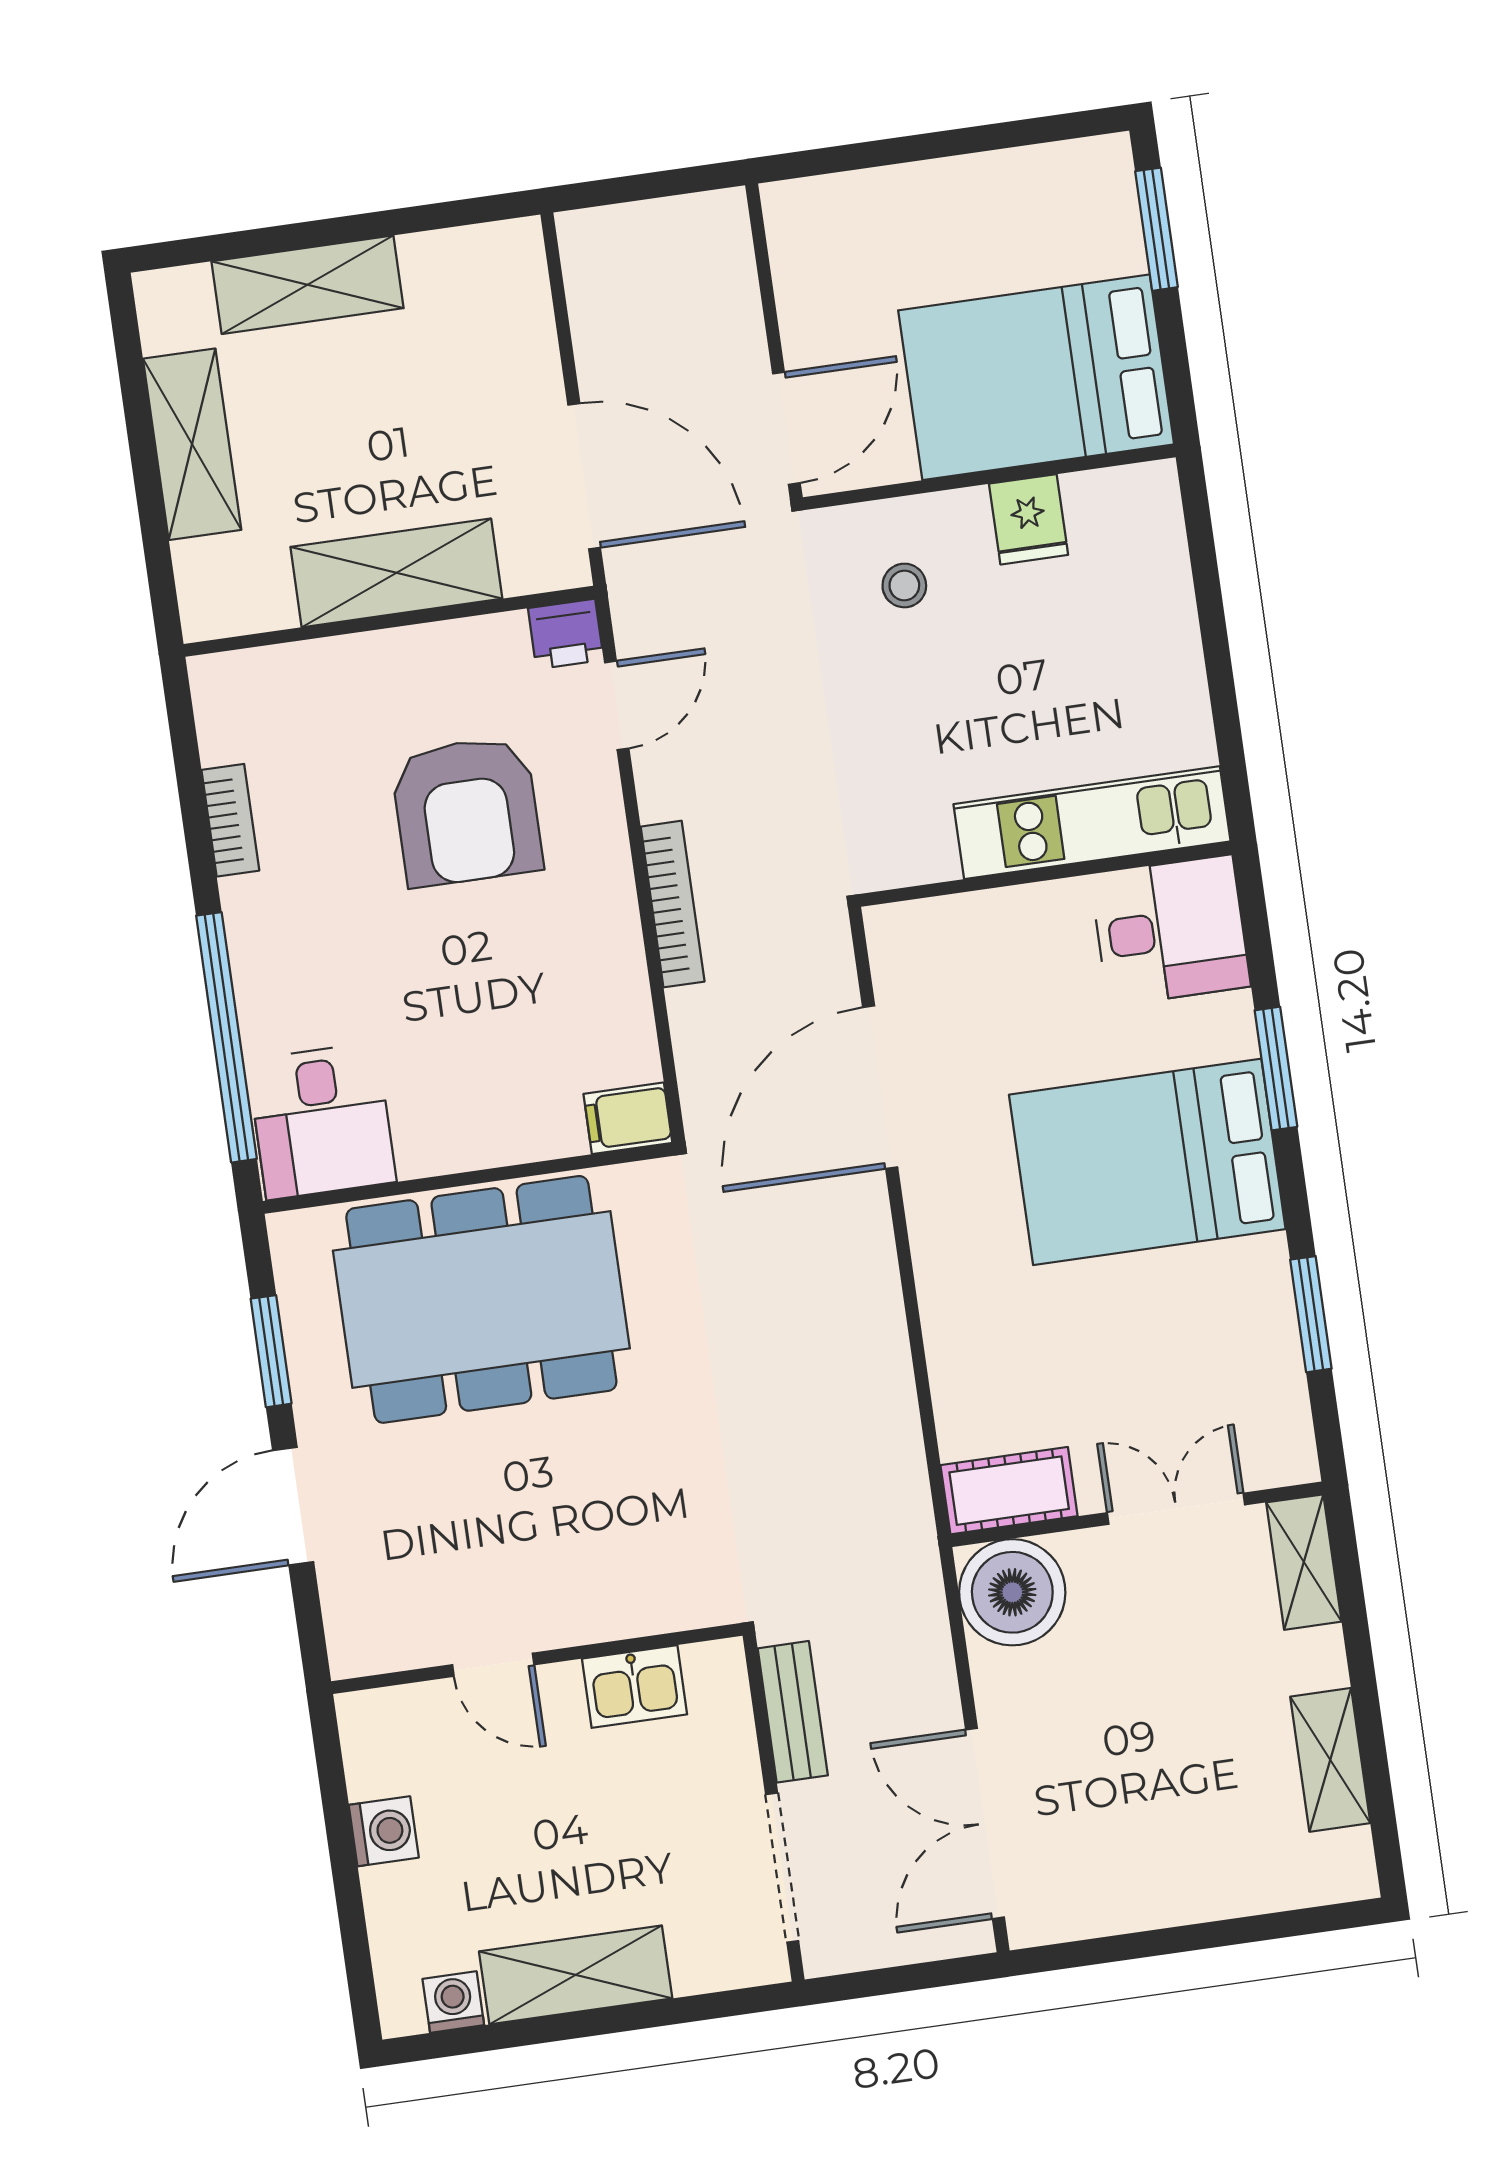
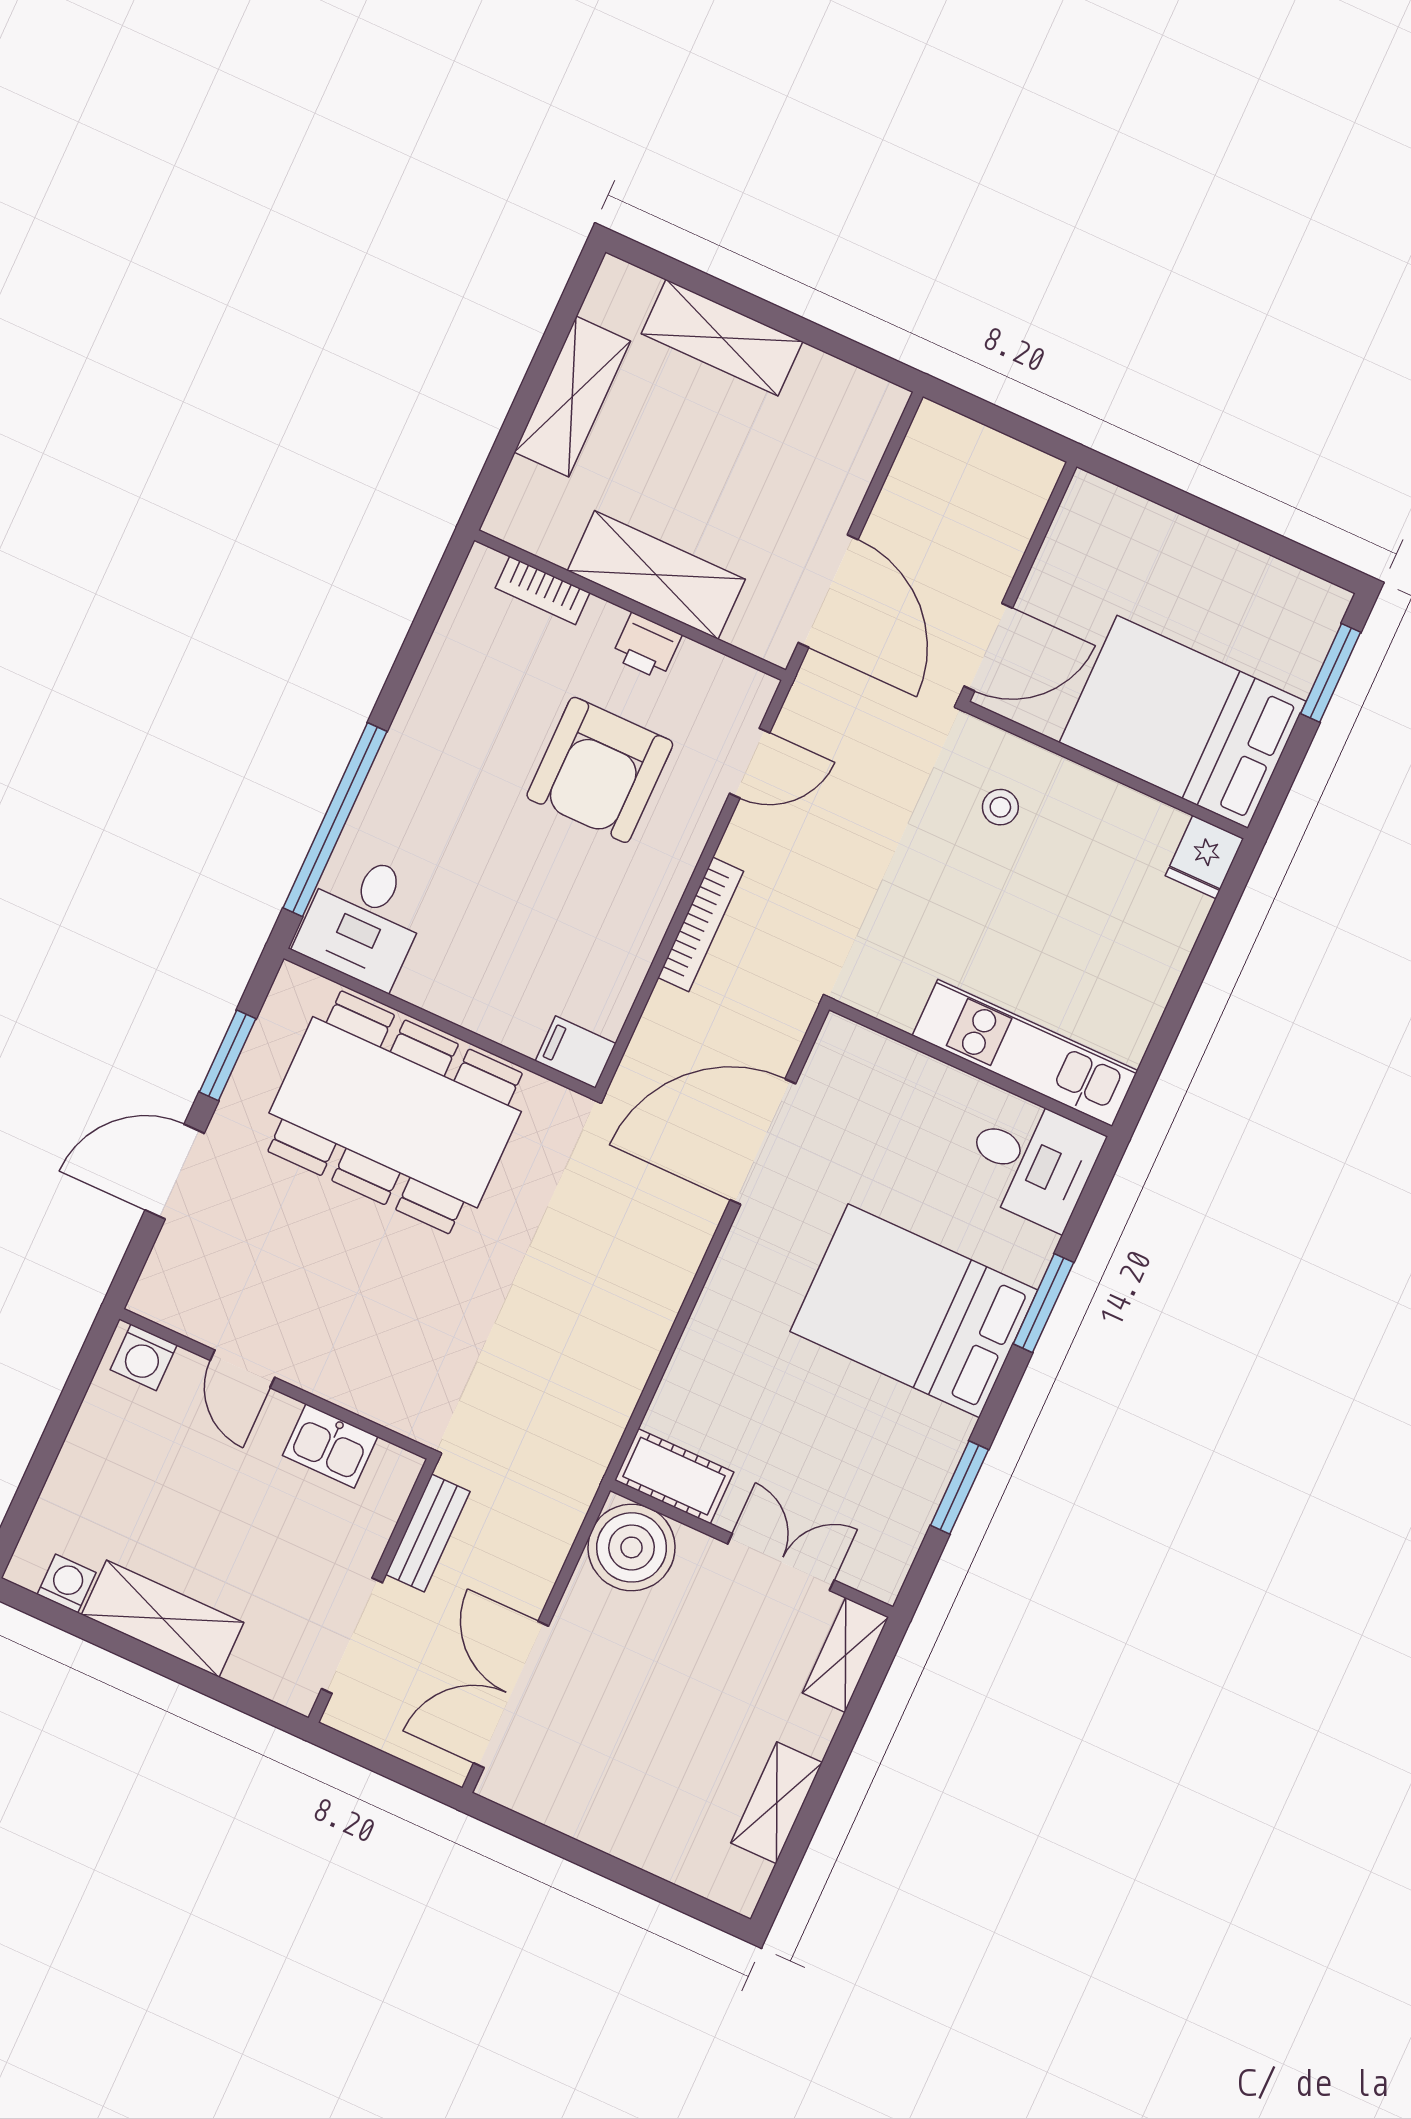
fridge: (1029, 519) -> (1204, 857), moved
printer: (566, 634) -> (647, 646), moved
bookcase: (230, 820) -> (543, 590), moved, turned 90
washing machine: (384, 1831) -> (144, 1357), moved, turned 90

